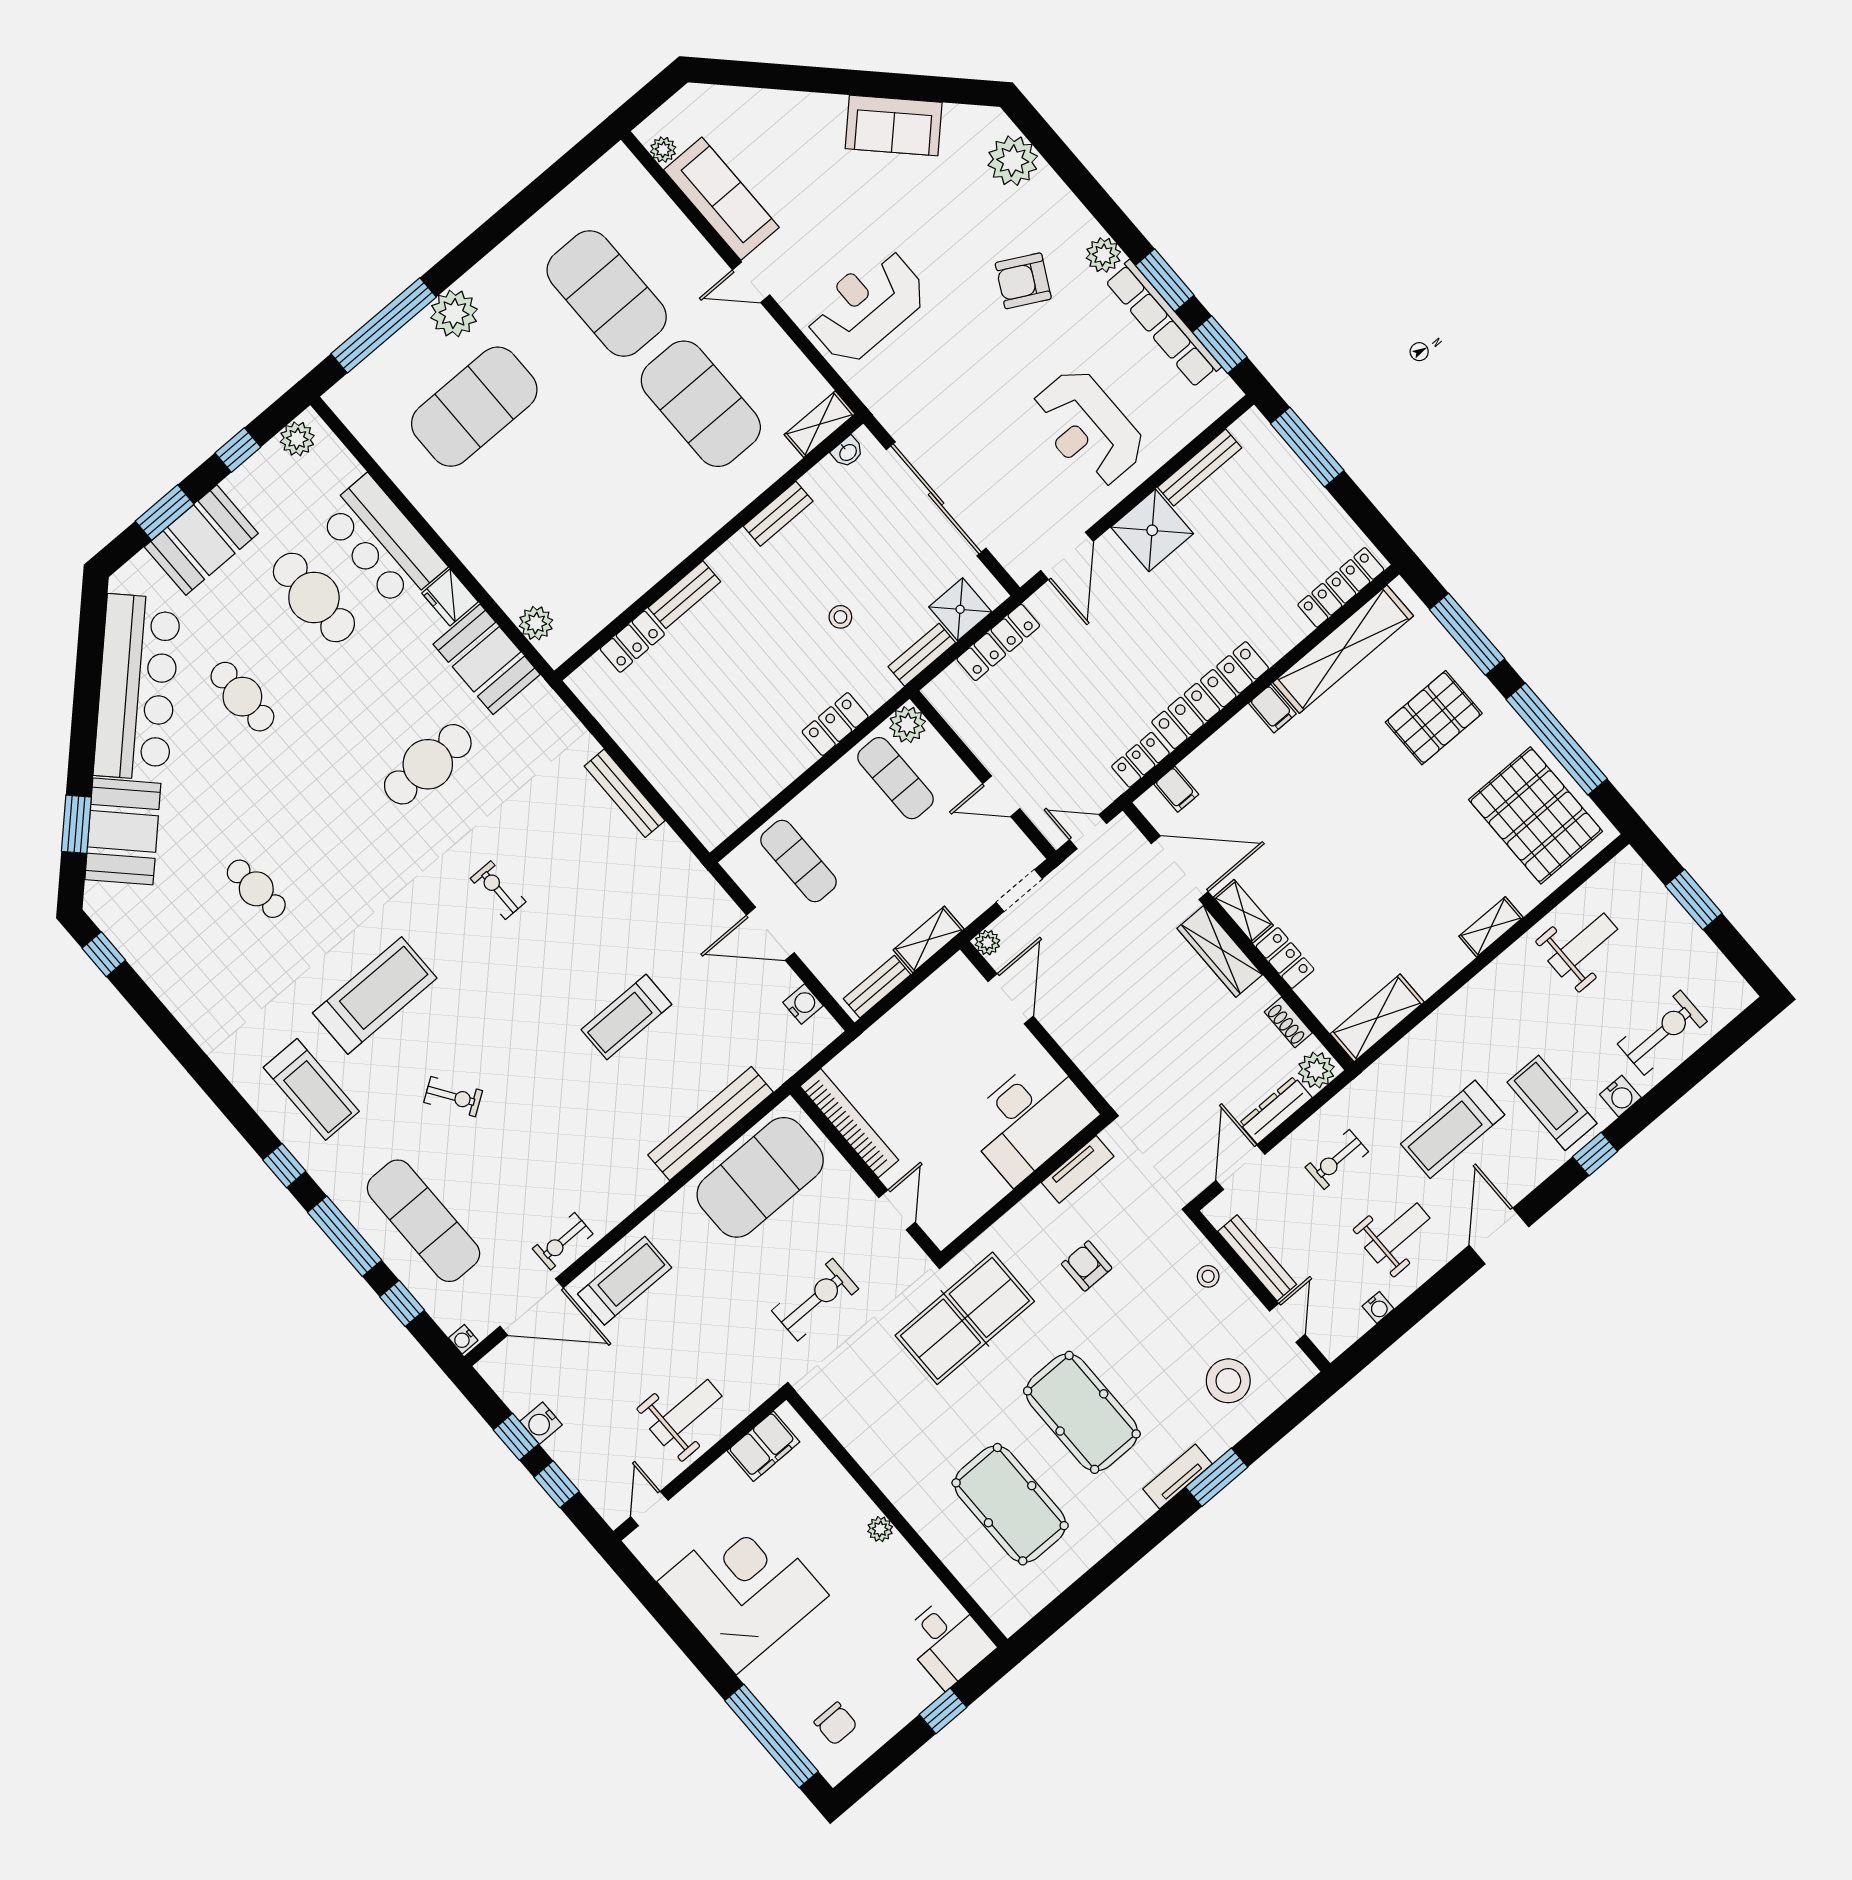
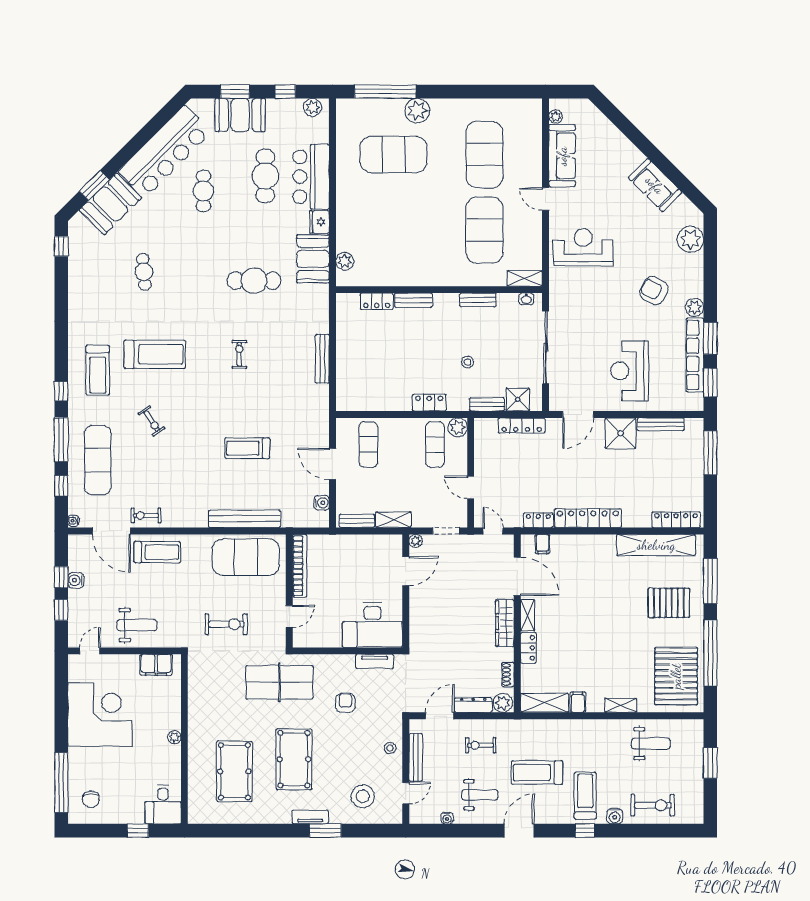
filing cabinet: (1272, 709) -> (578, 702), moved, turned 180

